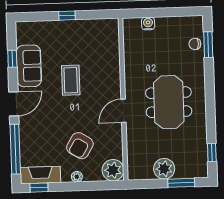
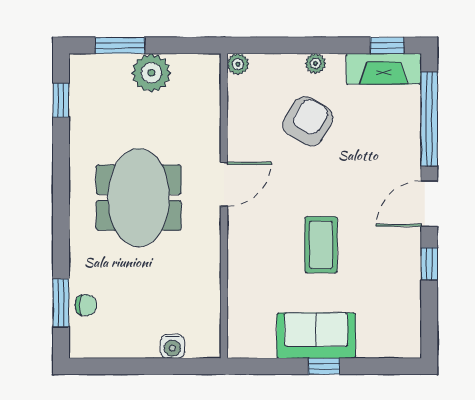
window: (12, 59) -> (429, 264), moved
sofa: (29, 66) -> (316, 336), moved, turned 90
plant: (113, 170) -> (238, 64), width x0.53, depth x0.53

